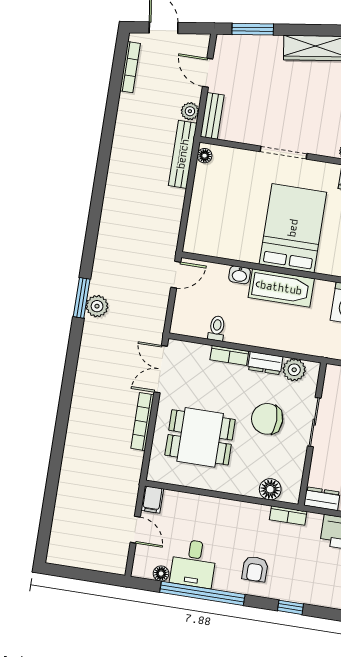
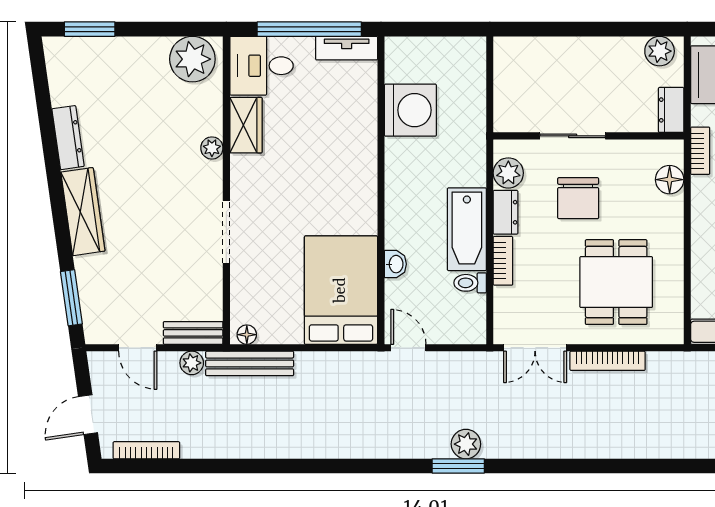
door: (208, 73) -> (138, 348), hinge flipped
bed: (293, 228) -> (341, 290), moved, turned 90
bathtub: (281, 288) -> (467, 229), moved, turned 180

